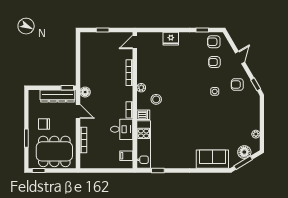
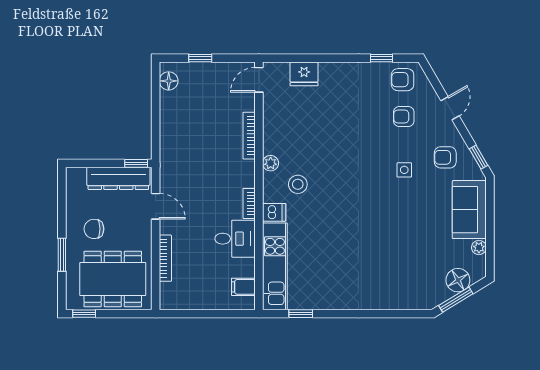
fridge: (171, 39) -> (304, 74), moved
floor lamp: (85, 92) -> (169, 81), moved
sofa: (212, 159) -> (469, 210), moved, turned -90

